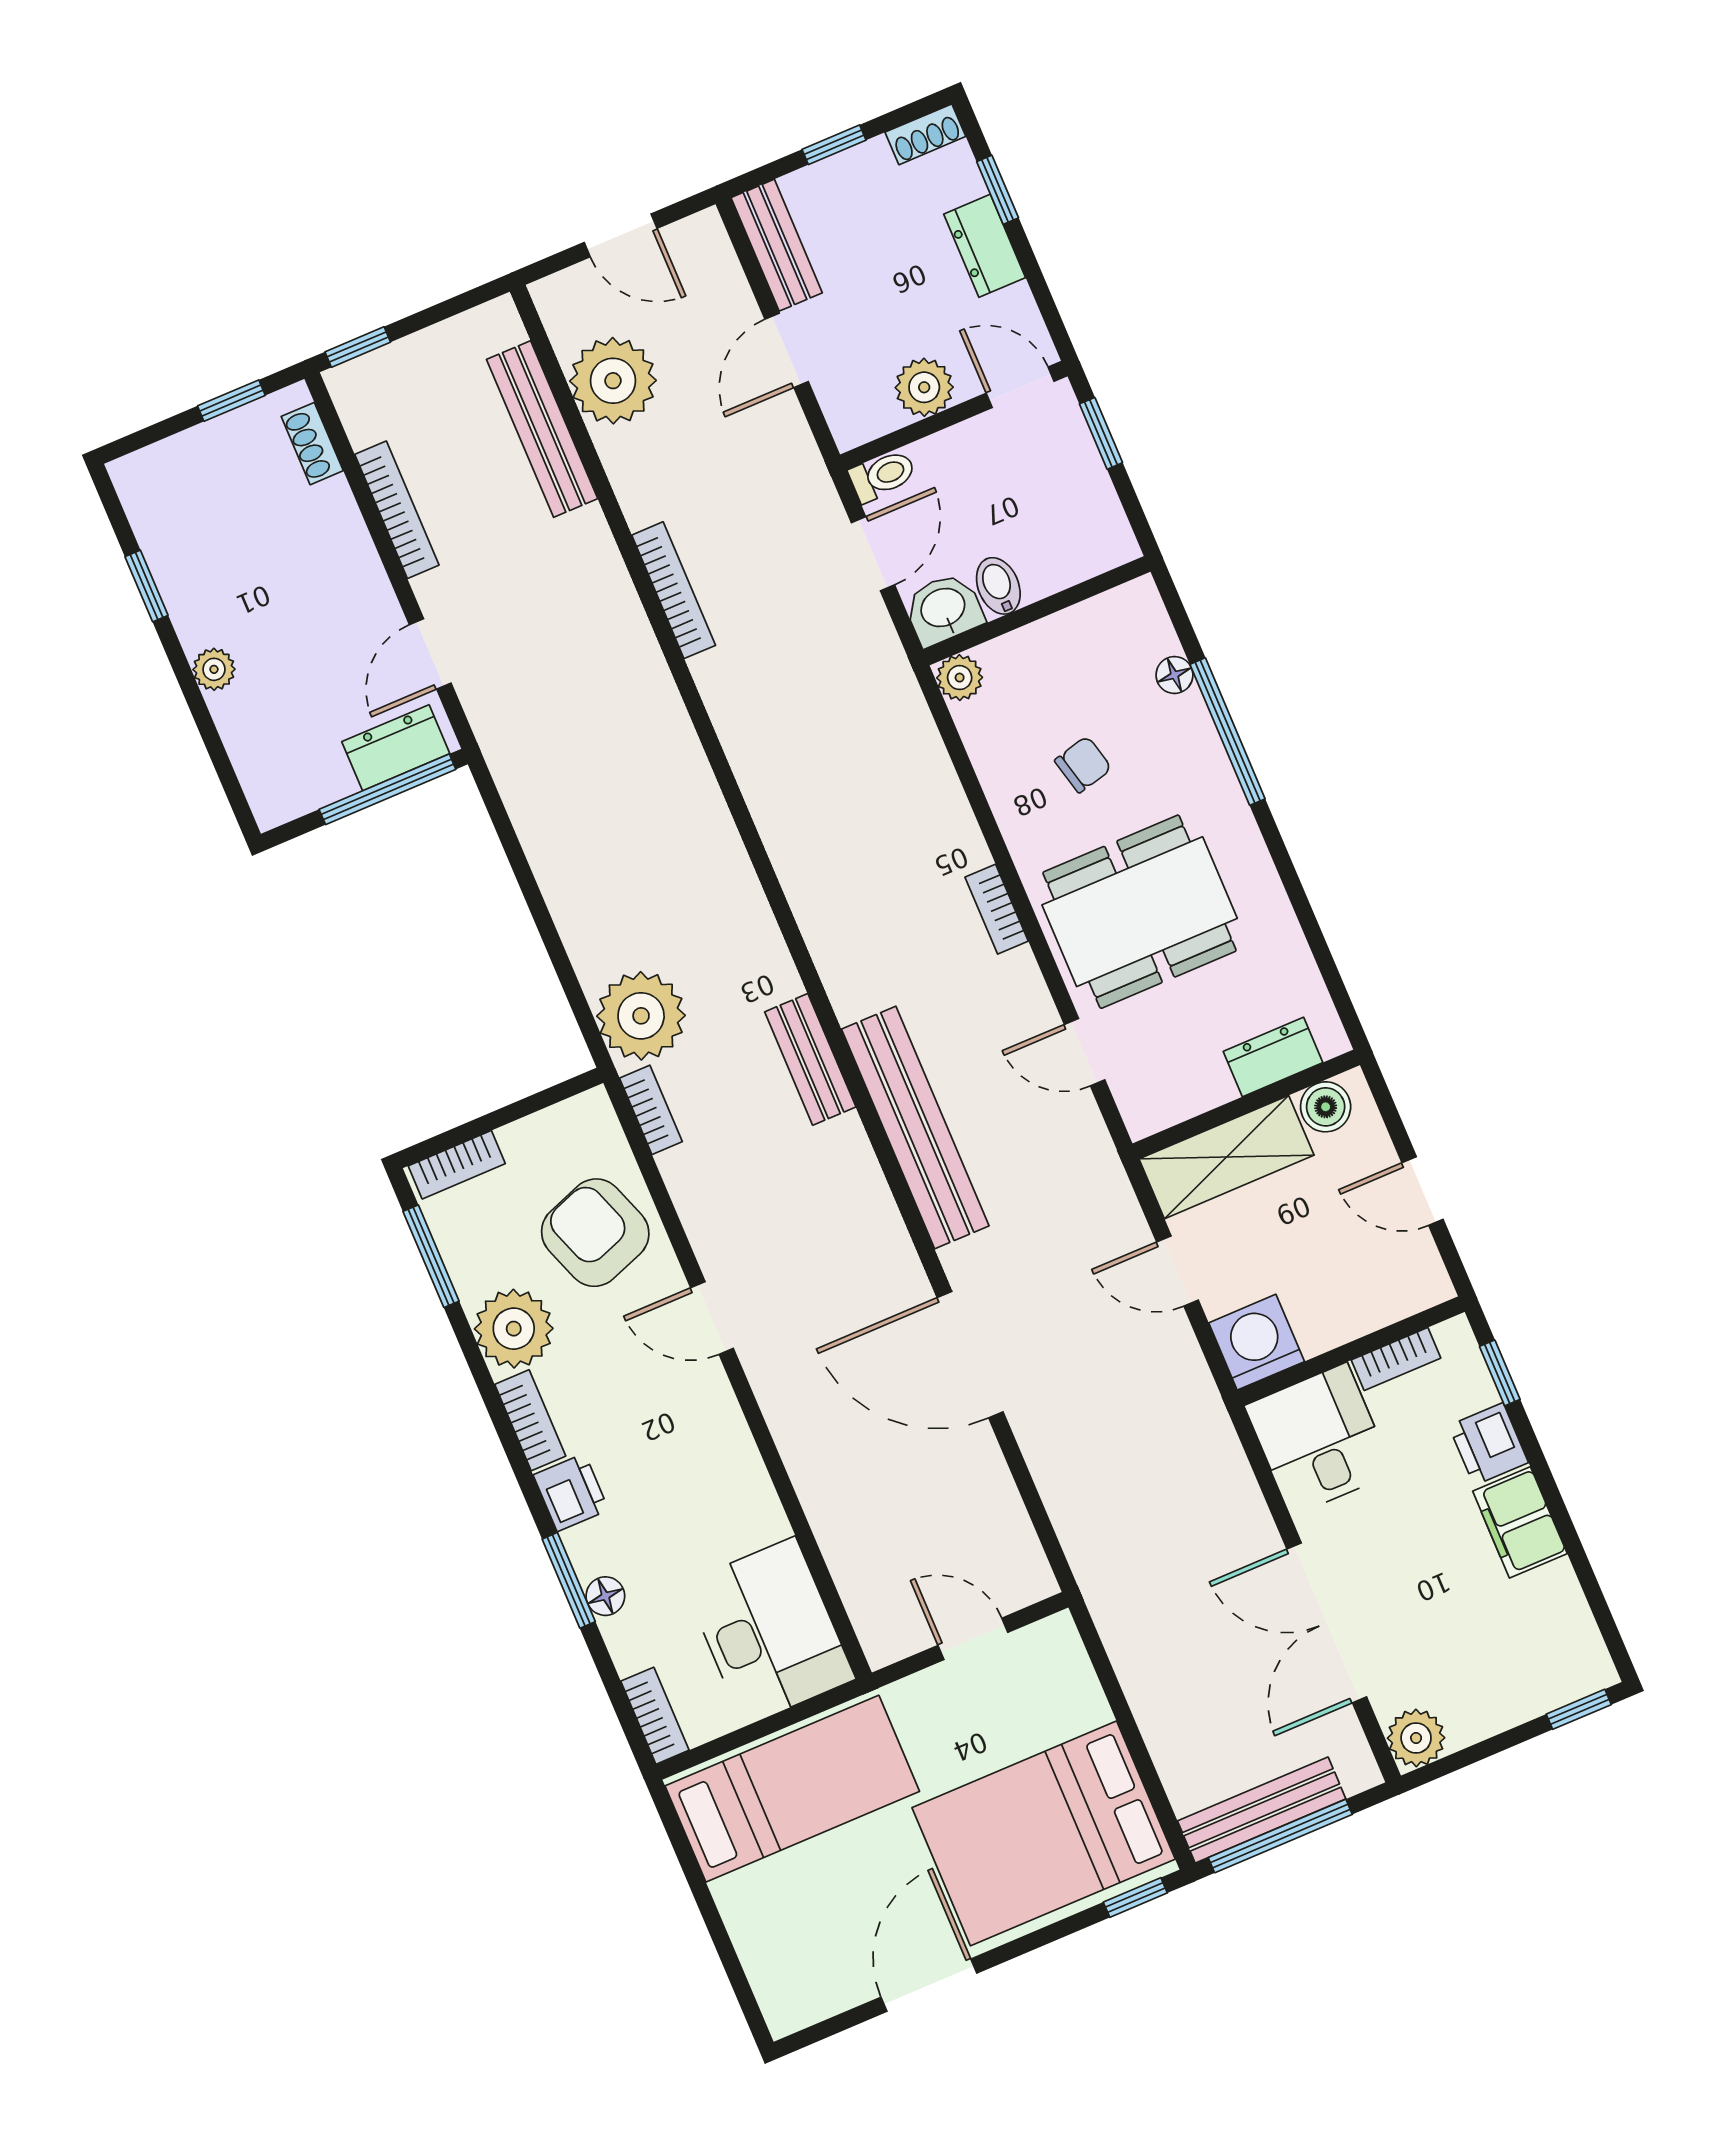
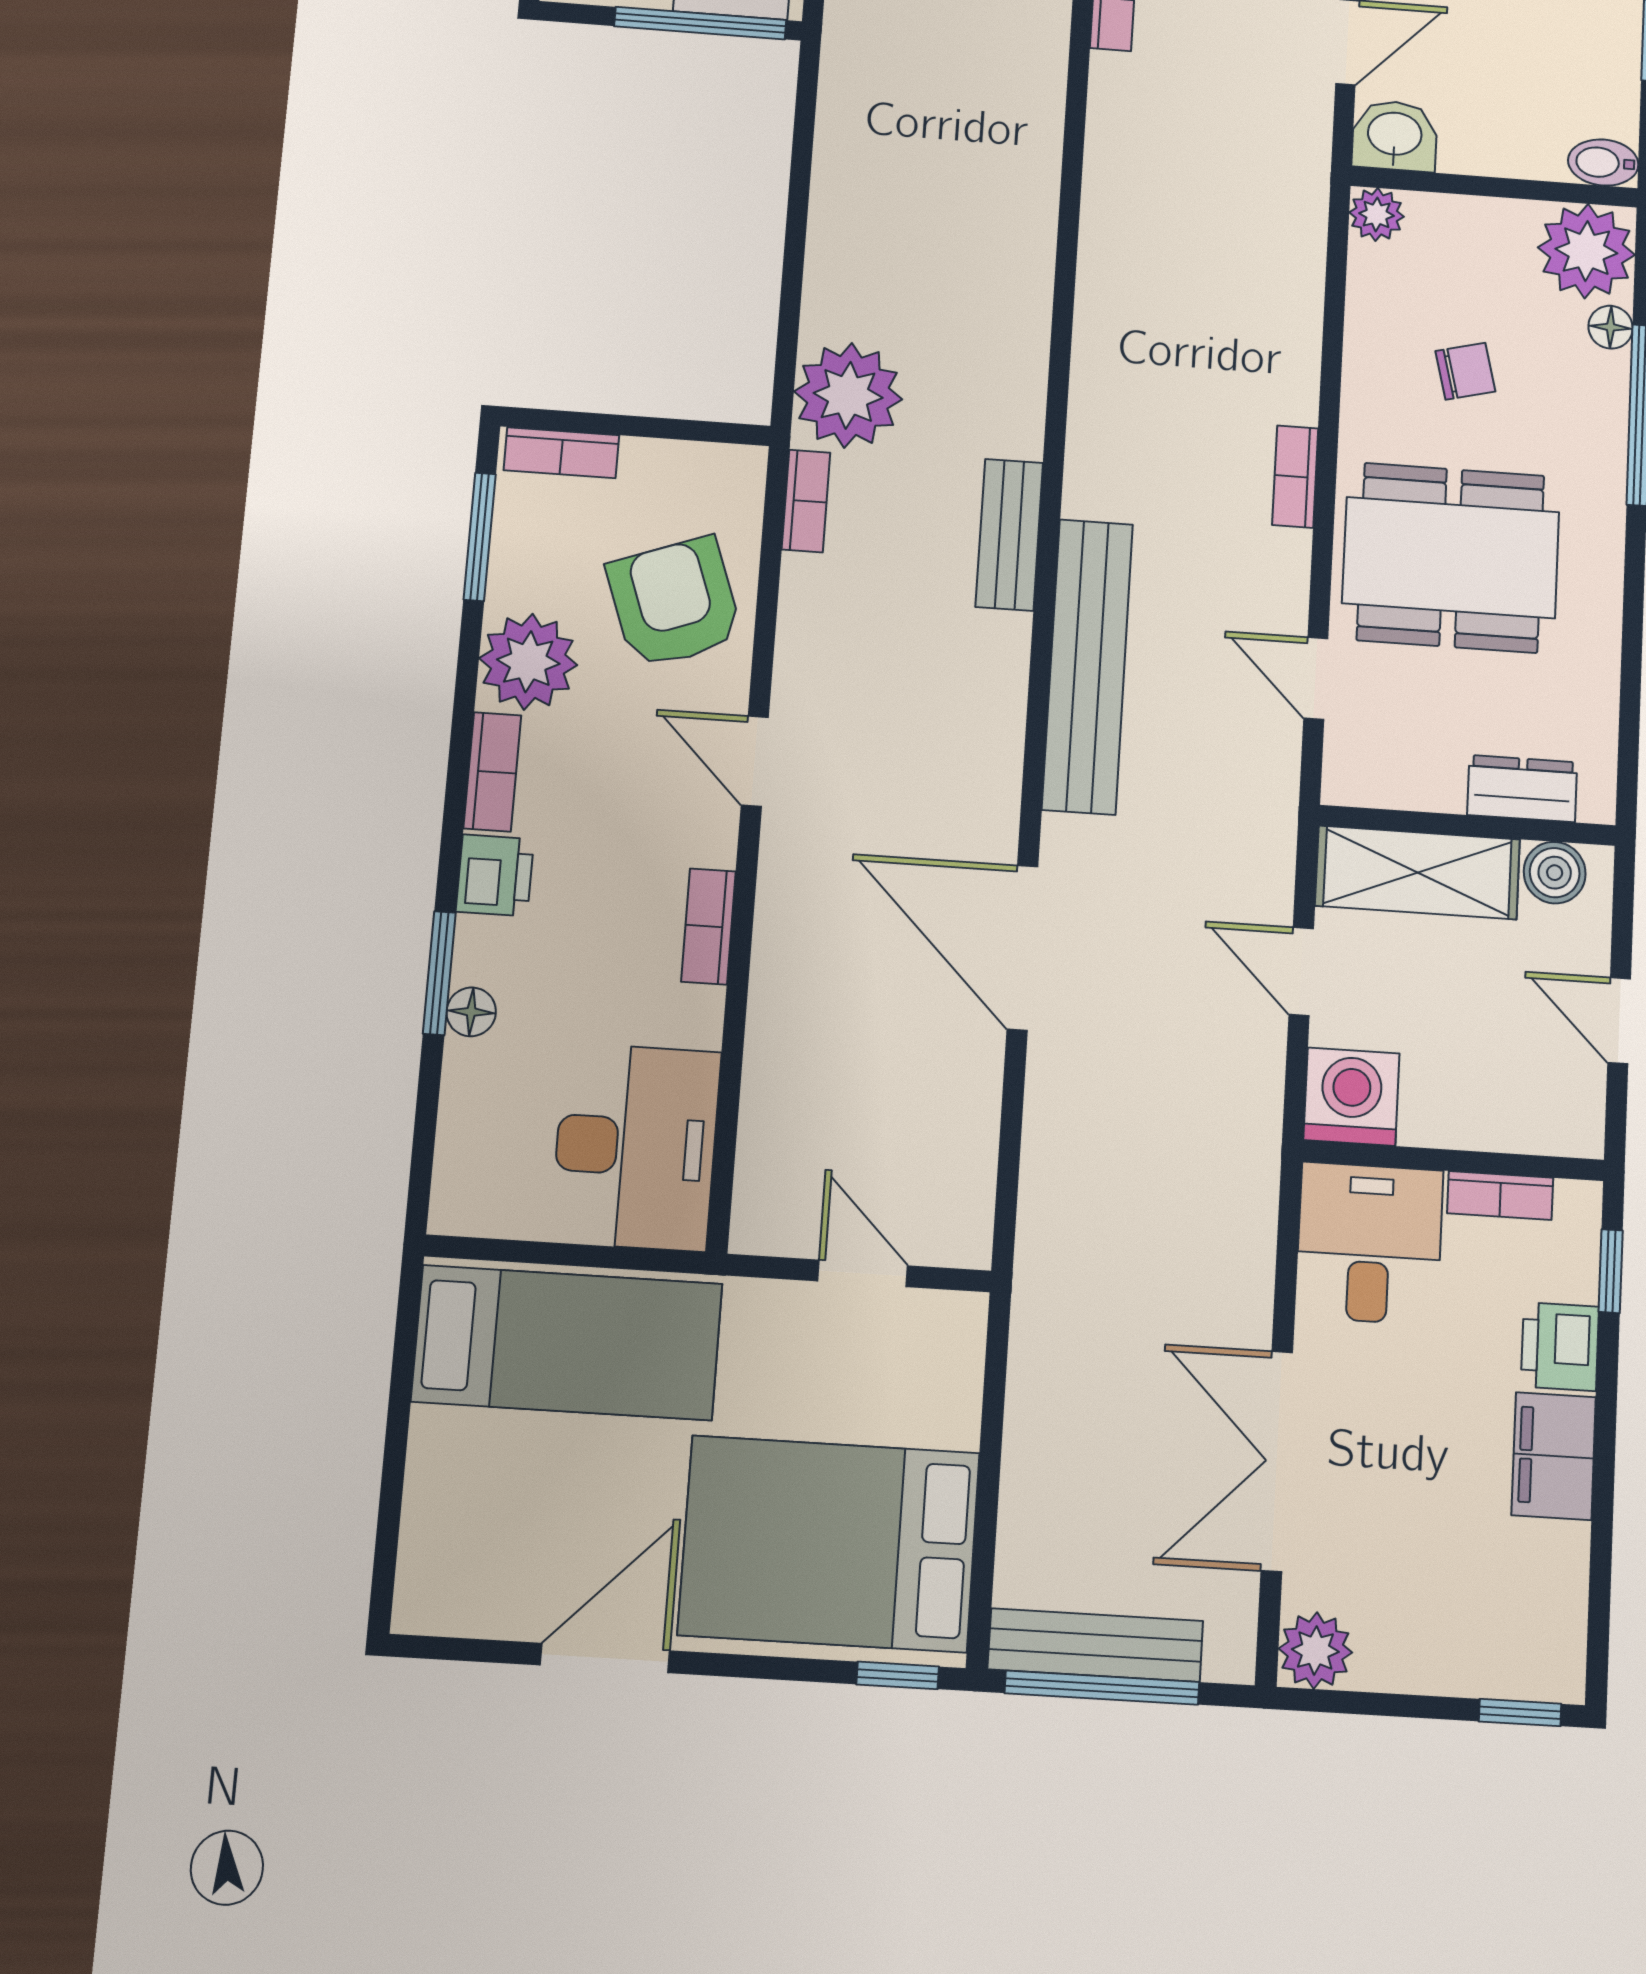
bidet: (998, 586) -> (1603, 163), moved, turned -90
plant: (1129, 625) -> (1586, 251), added
bookcase: (655, 1716) -> (708, 926), moved, turned 180

